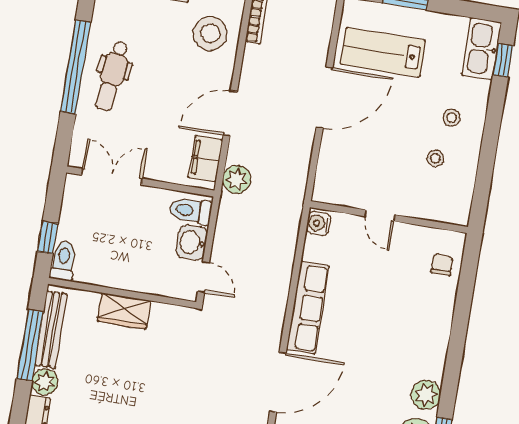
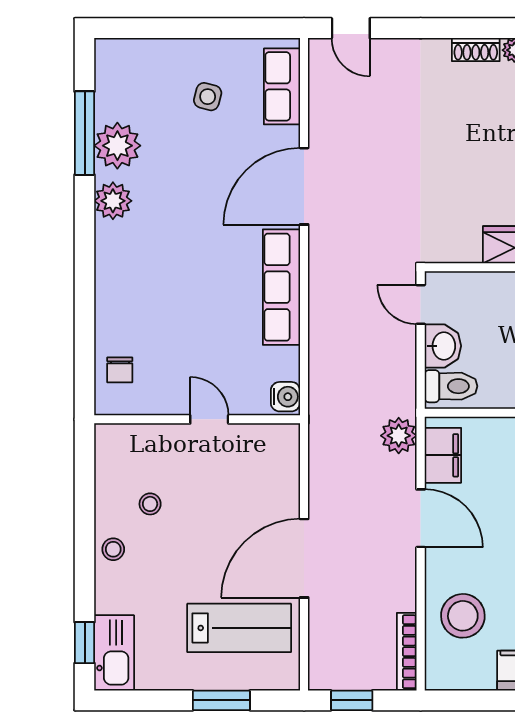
door: (230, 113) -> (421, 518), hinge flipped
stool: (451, 118) -> (113, 549), moved

